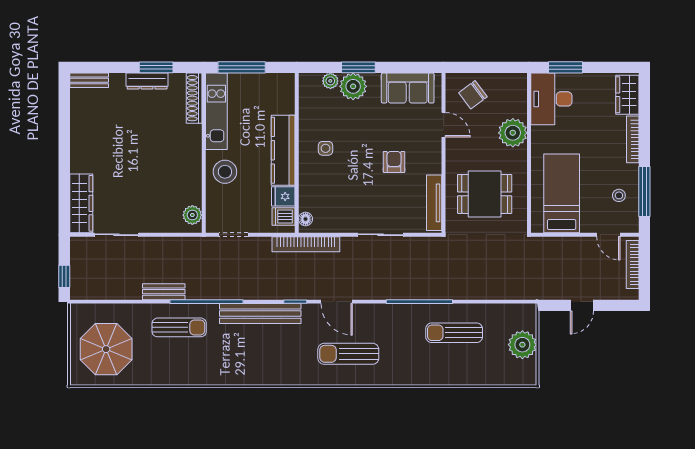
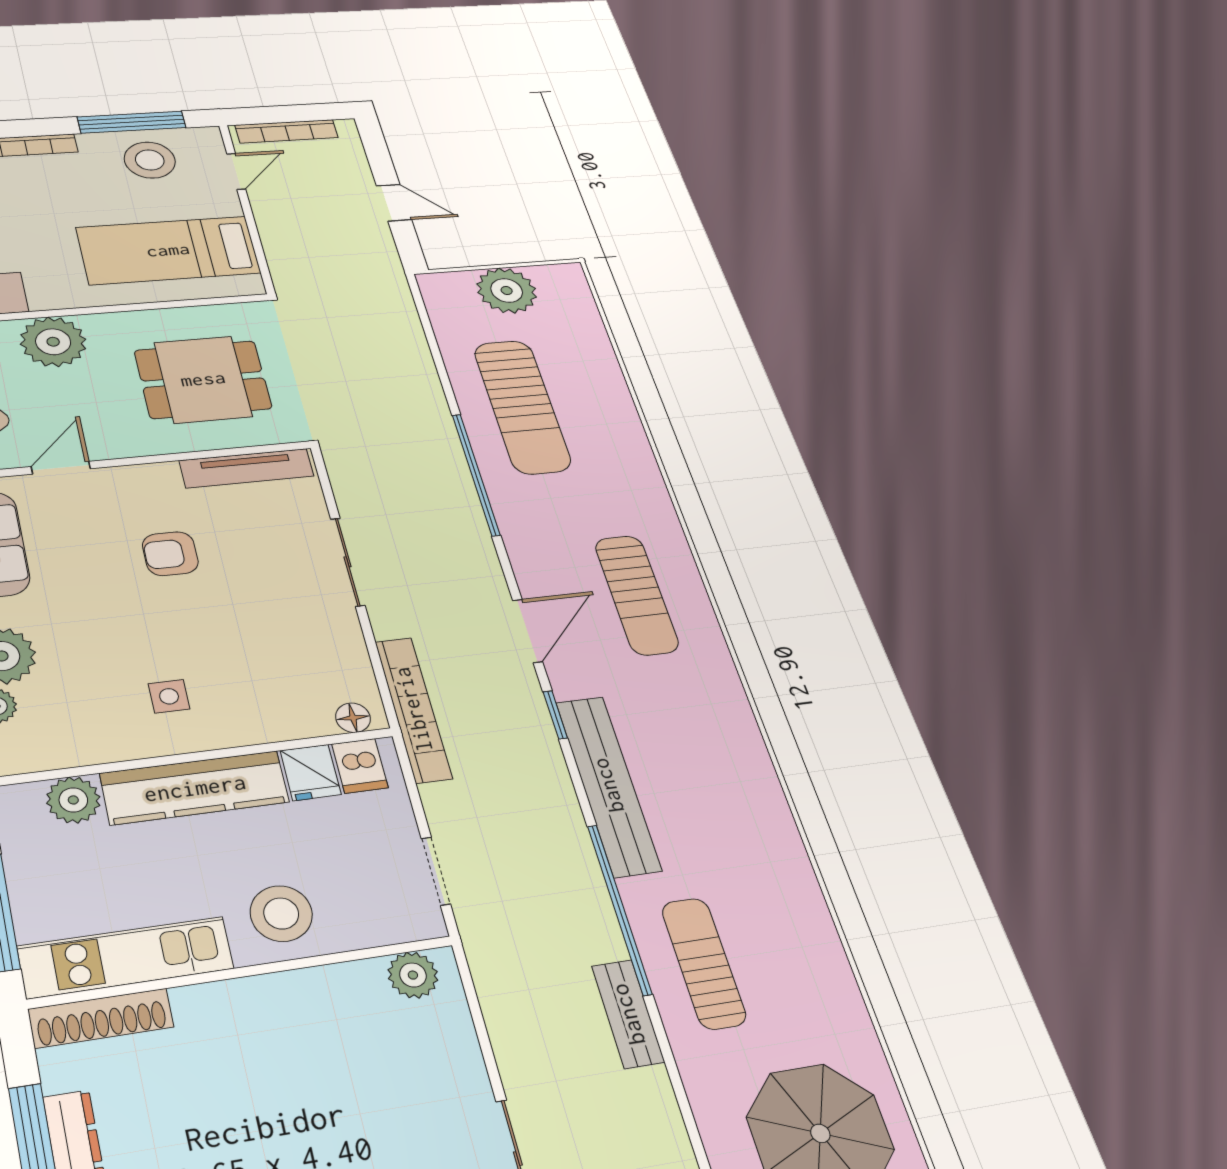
plant: (285, 103) -> (73, 800), added
dining table: (485, 194) -> (203, 379), turned 90
stool: (619, 195) -> (150, 160), width x1.89, depth x1.89
sun lounger: (454, 333) -> (522, 406), width x1.36, depth x1.34

